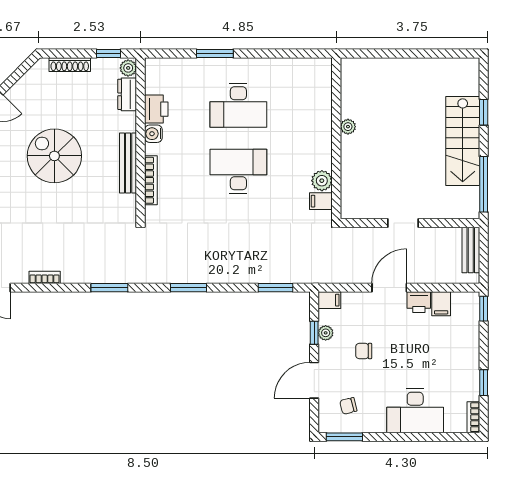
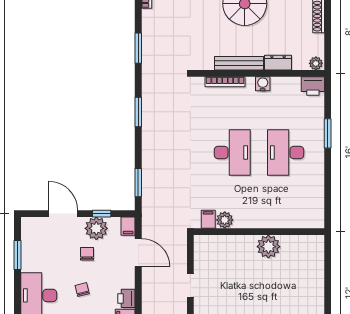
window: (109, 54) -> (328, 47), removed
dresser: (127, 94) -> (278, 63), moved
printer: (156, 109) -> (313, 86), moved
plant: (348, 127) -> (268, 247), width x1.87, depth x1.87
door: (389, 288) -> (138, 253), moved
plant: (326, 333) -> (96, 228), width x1.87, depth x1.87
chair: (348, 406) -> (82, 290), moved
window: (344, 437) -> (18, 255), moved

